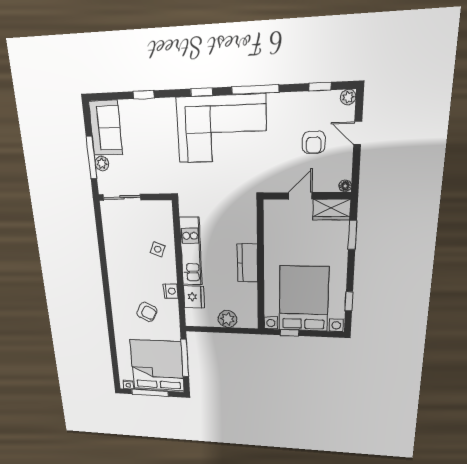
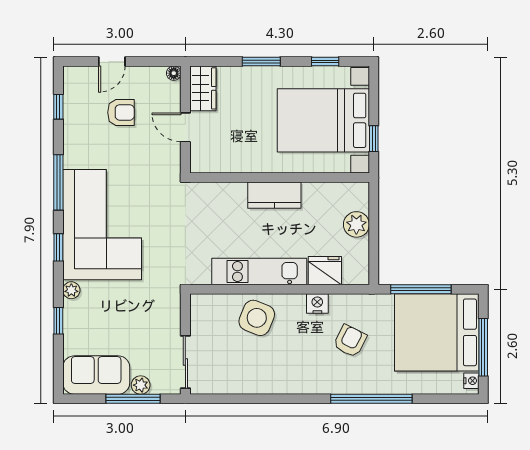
plant: (348, 97) -> (71, 290), moved
window: (352, 235) -> (261, 62), moved
side table: (158, 249) -> (257, 318), width x1.87, depth x1.87
window: (110, 324) -> (371, 399), added

